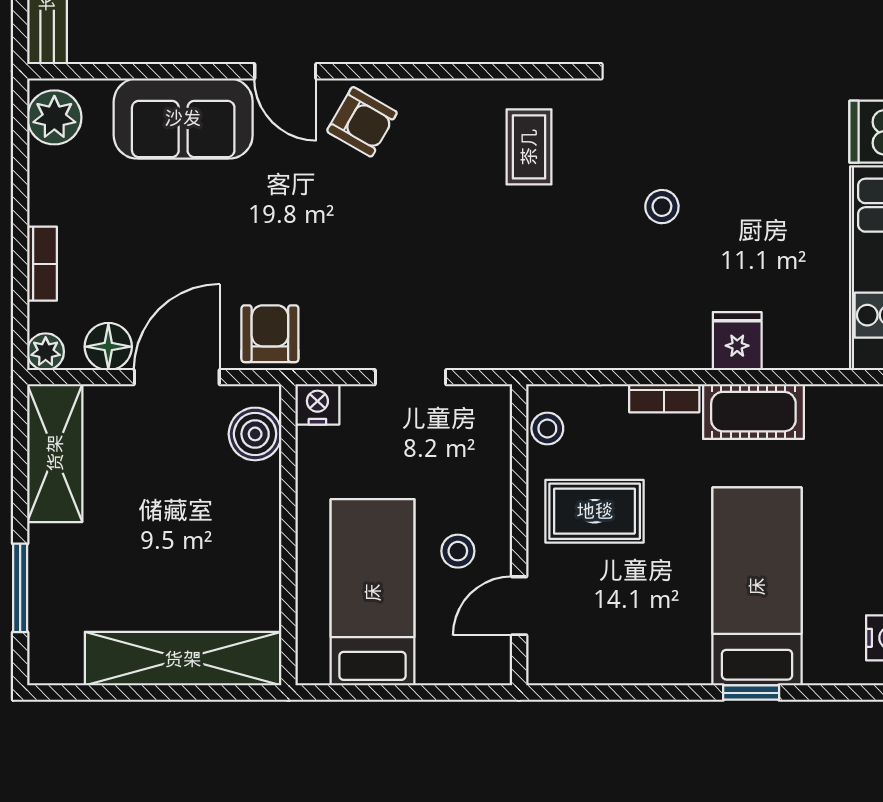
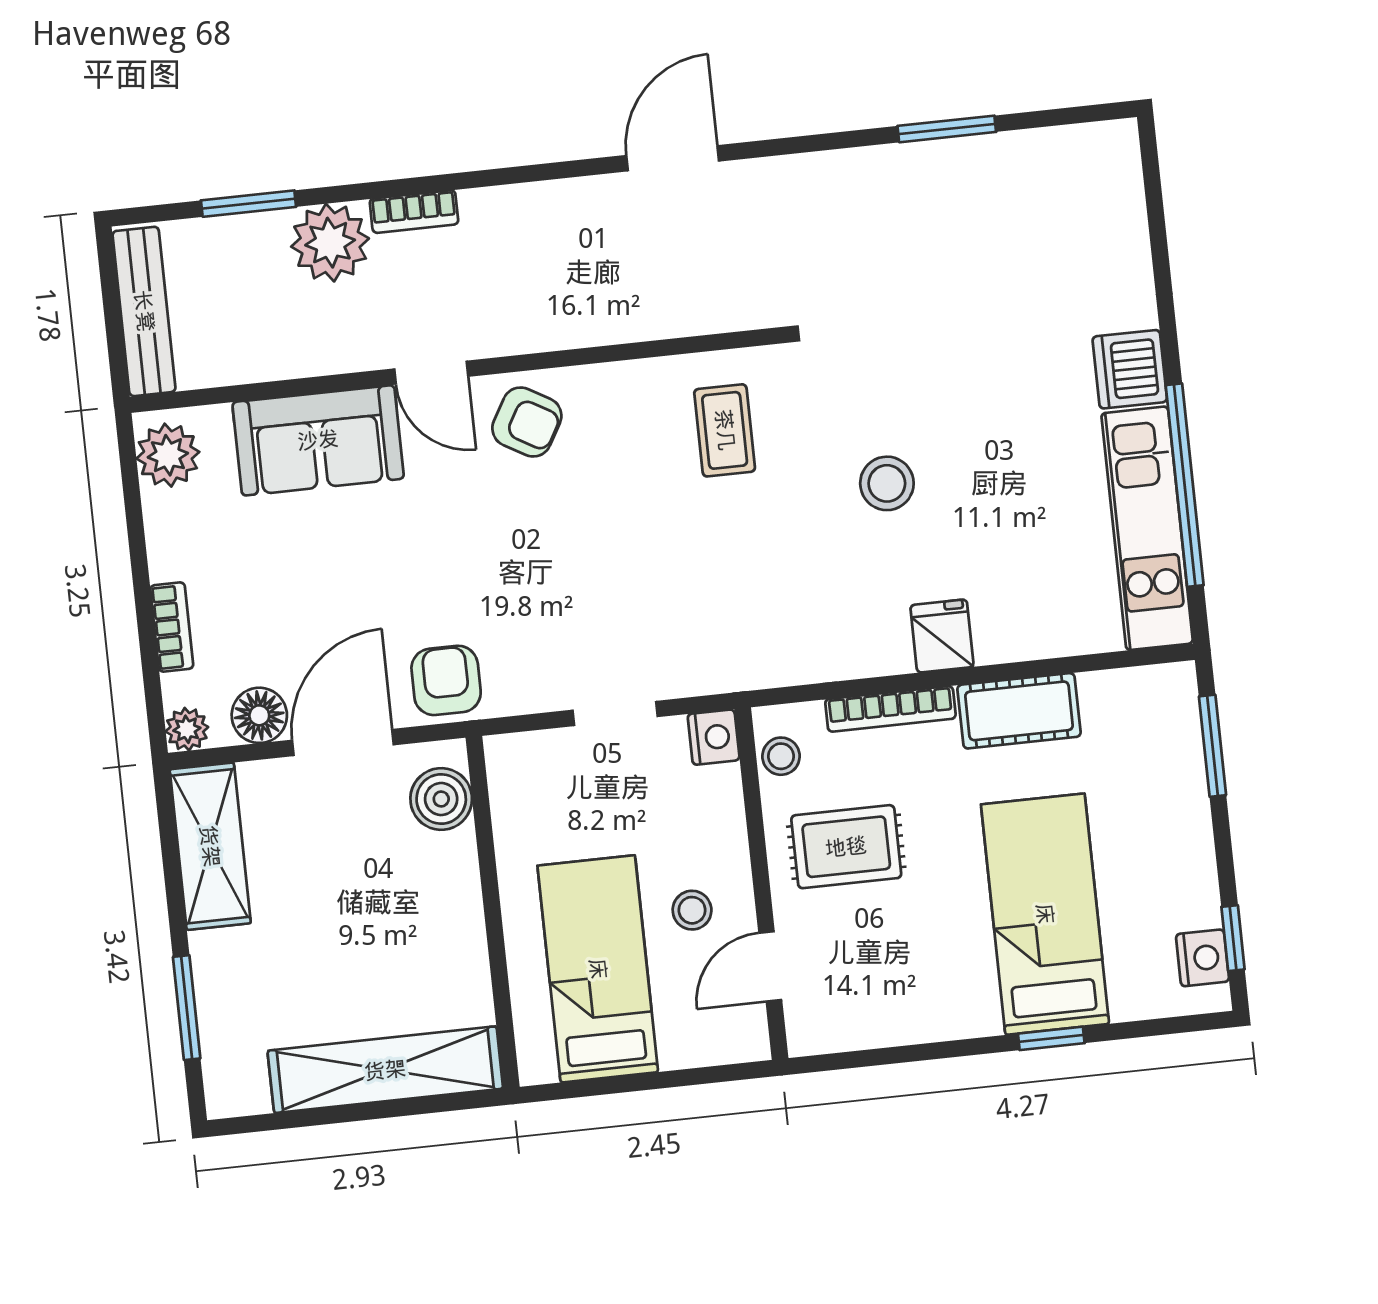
stool: (662, 207) -> (887, 483), width x1.37, depth x1.37
fridge: (737, 341) -> (942, 636), moved
bookcase: (664, 398) -> (890, 709), width x1.56
nightstand: (317, 404) -> (714, 737), moved, turned 90

